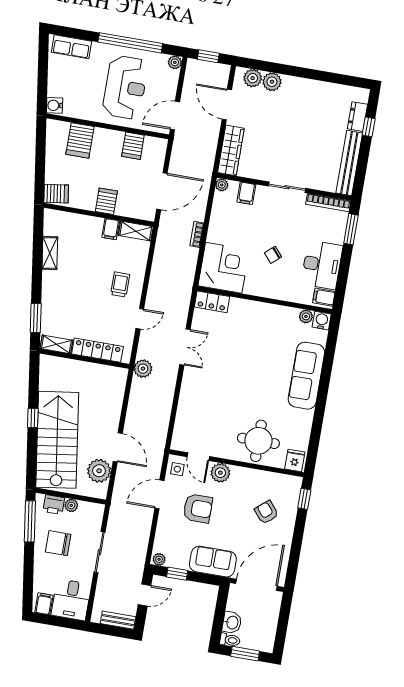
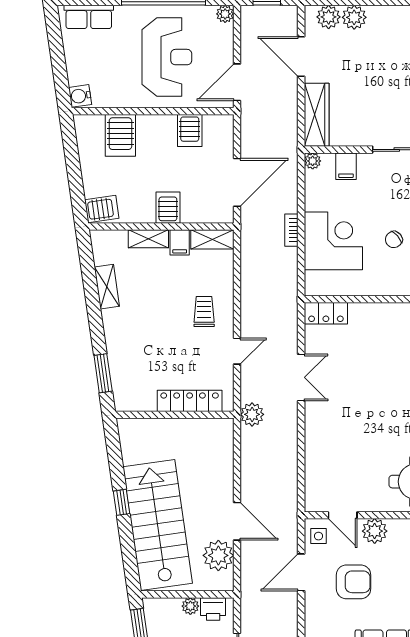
corner desk: (224, 268) -> (333, 241), moved
shelving: (56, 344) -> (148, 239), moved
printer: (54, 505) -> (213, 609), moved

